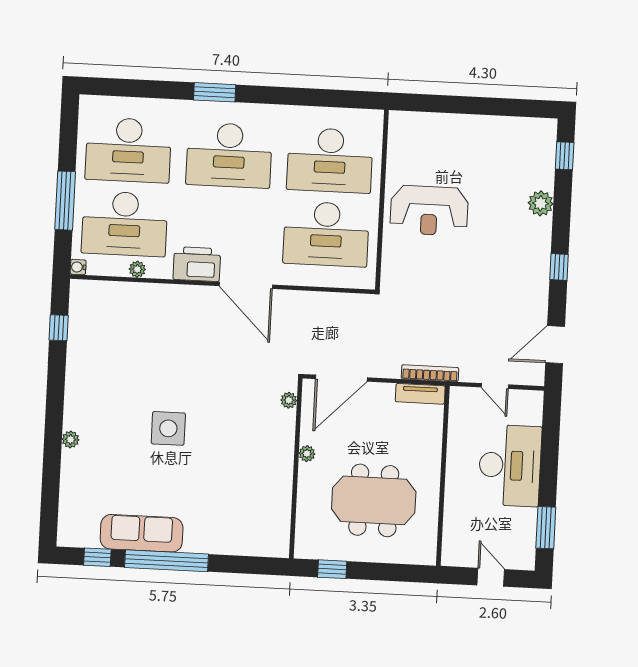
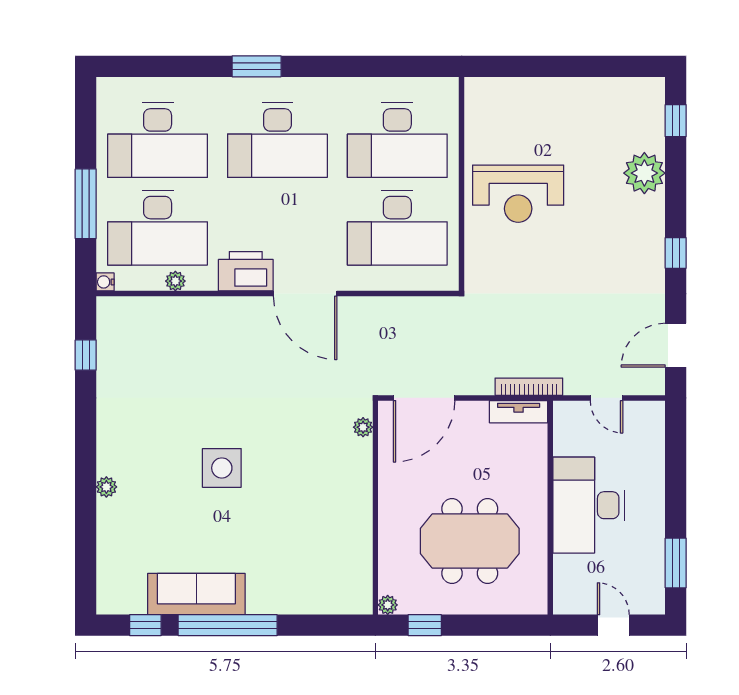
plant: (541, 203) -> (644, 173), width x1.36, depth x1.36
plant: (307, 454) -> (388, 605), moved
desk: (510, 465) -> (589, 505), moved, turned 180

